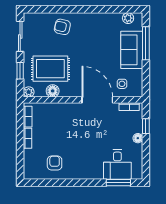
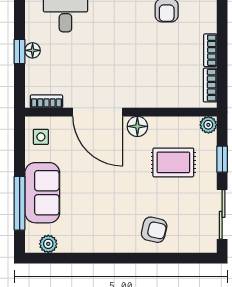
rug: (50, 69) -> (173, 162), width x0.73, depth x0.70
side table: (122, 84) -> (41, 137), moved
floor lamp: (53, 91) -> (137, 126), moved
window: (146, 126) -> (20, 51), moved

